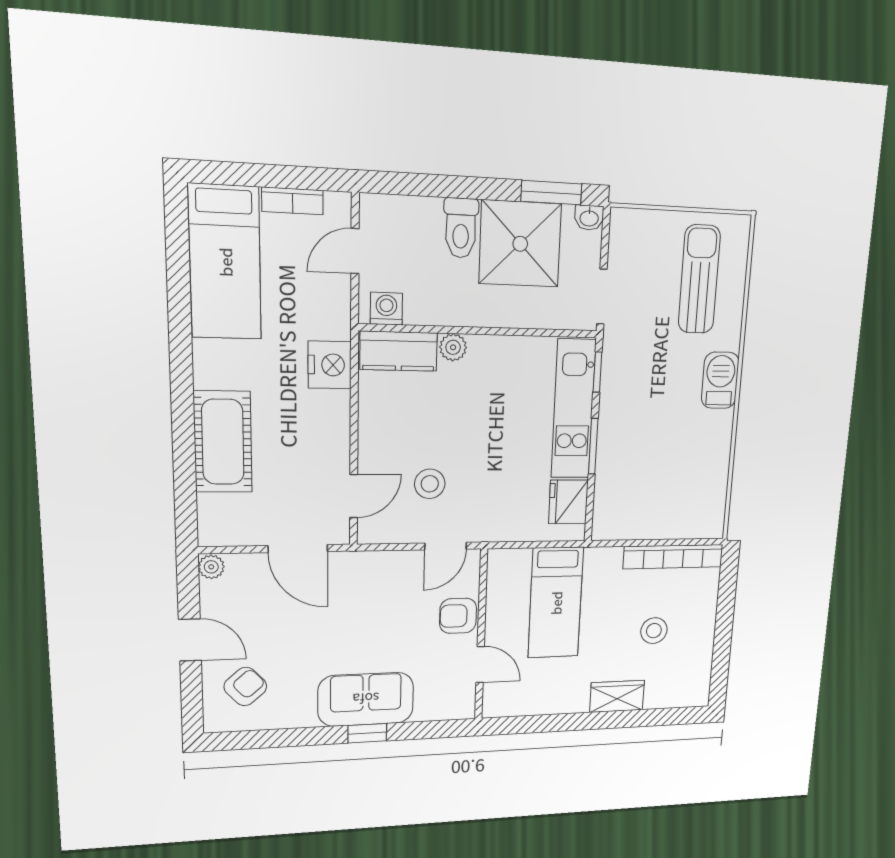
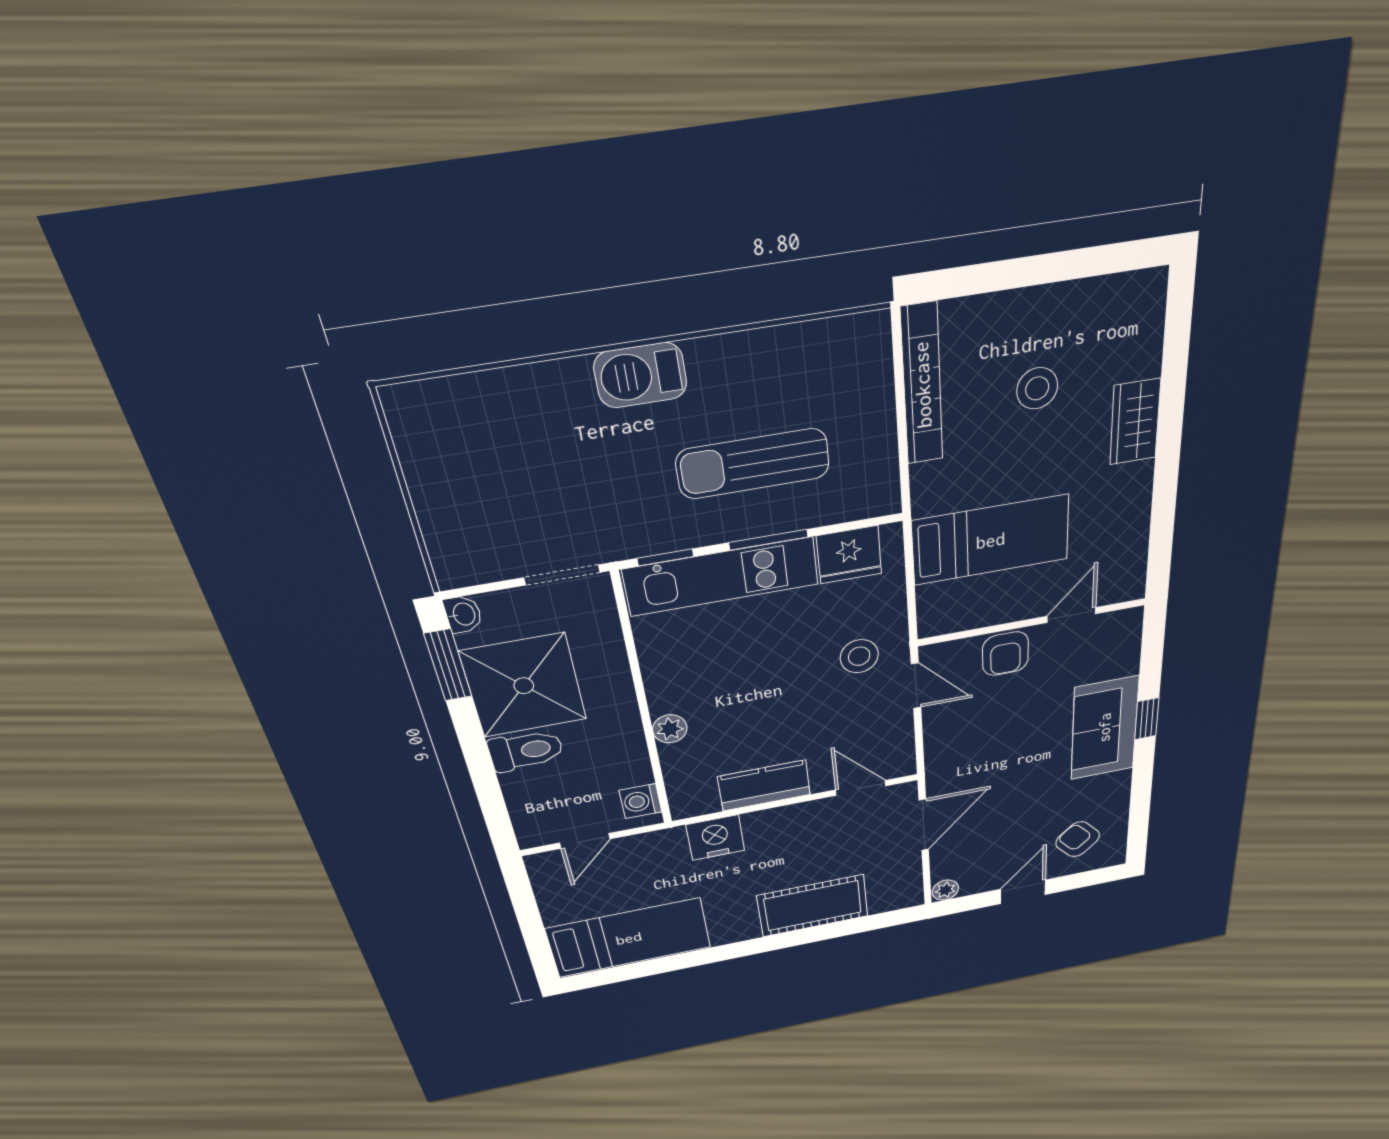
bookcase: (292, 201) -> (549, 901), removed
door: (355, 251) -> (585, 841), hinge flipped
sun lounger: (699, 279) -> (753, 464), moved
kitchen counter: (399, 351) -> (764, 786), moved, turned -90
stool: (430, 484) -> (859, 656), moved

